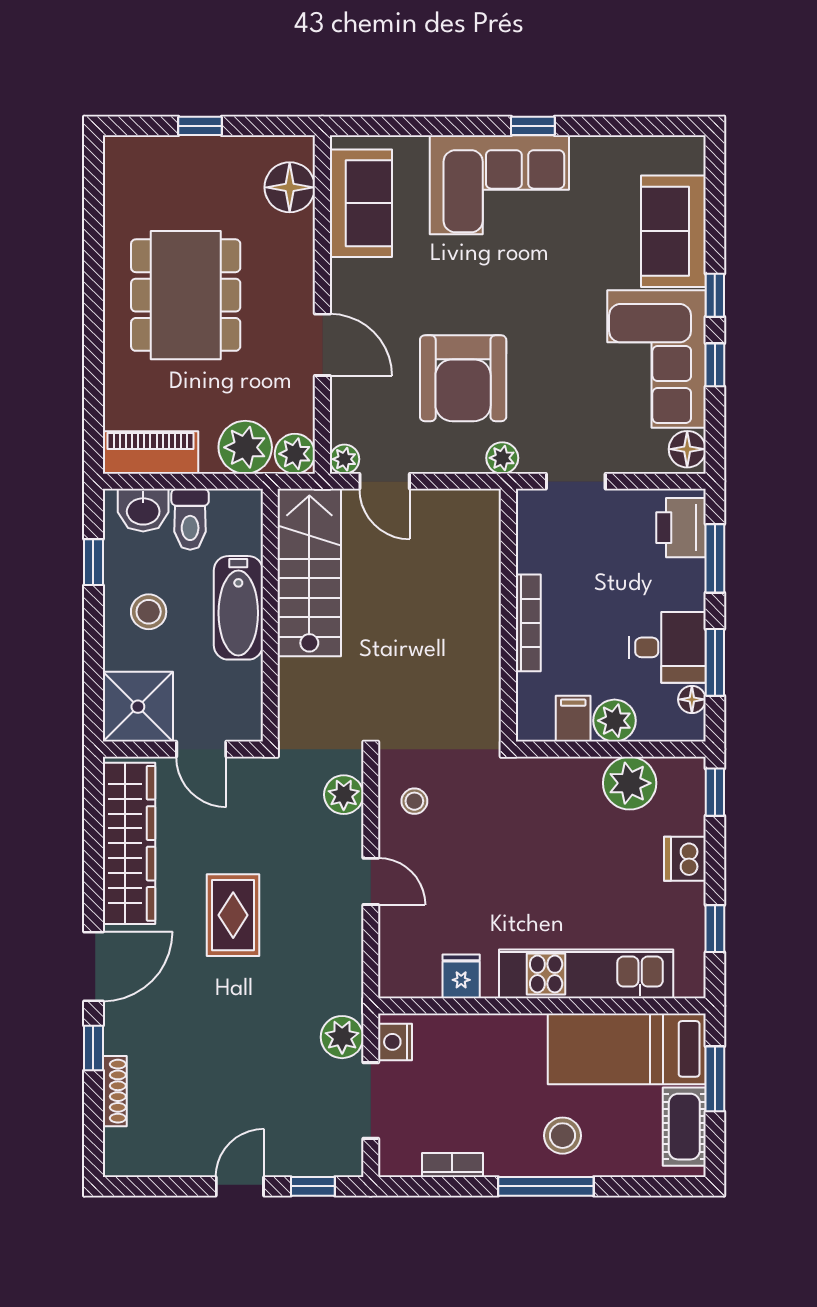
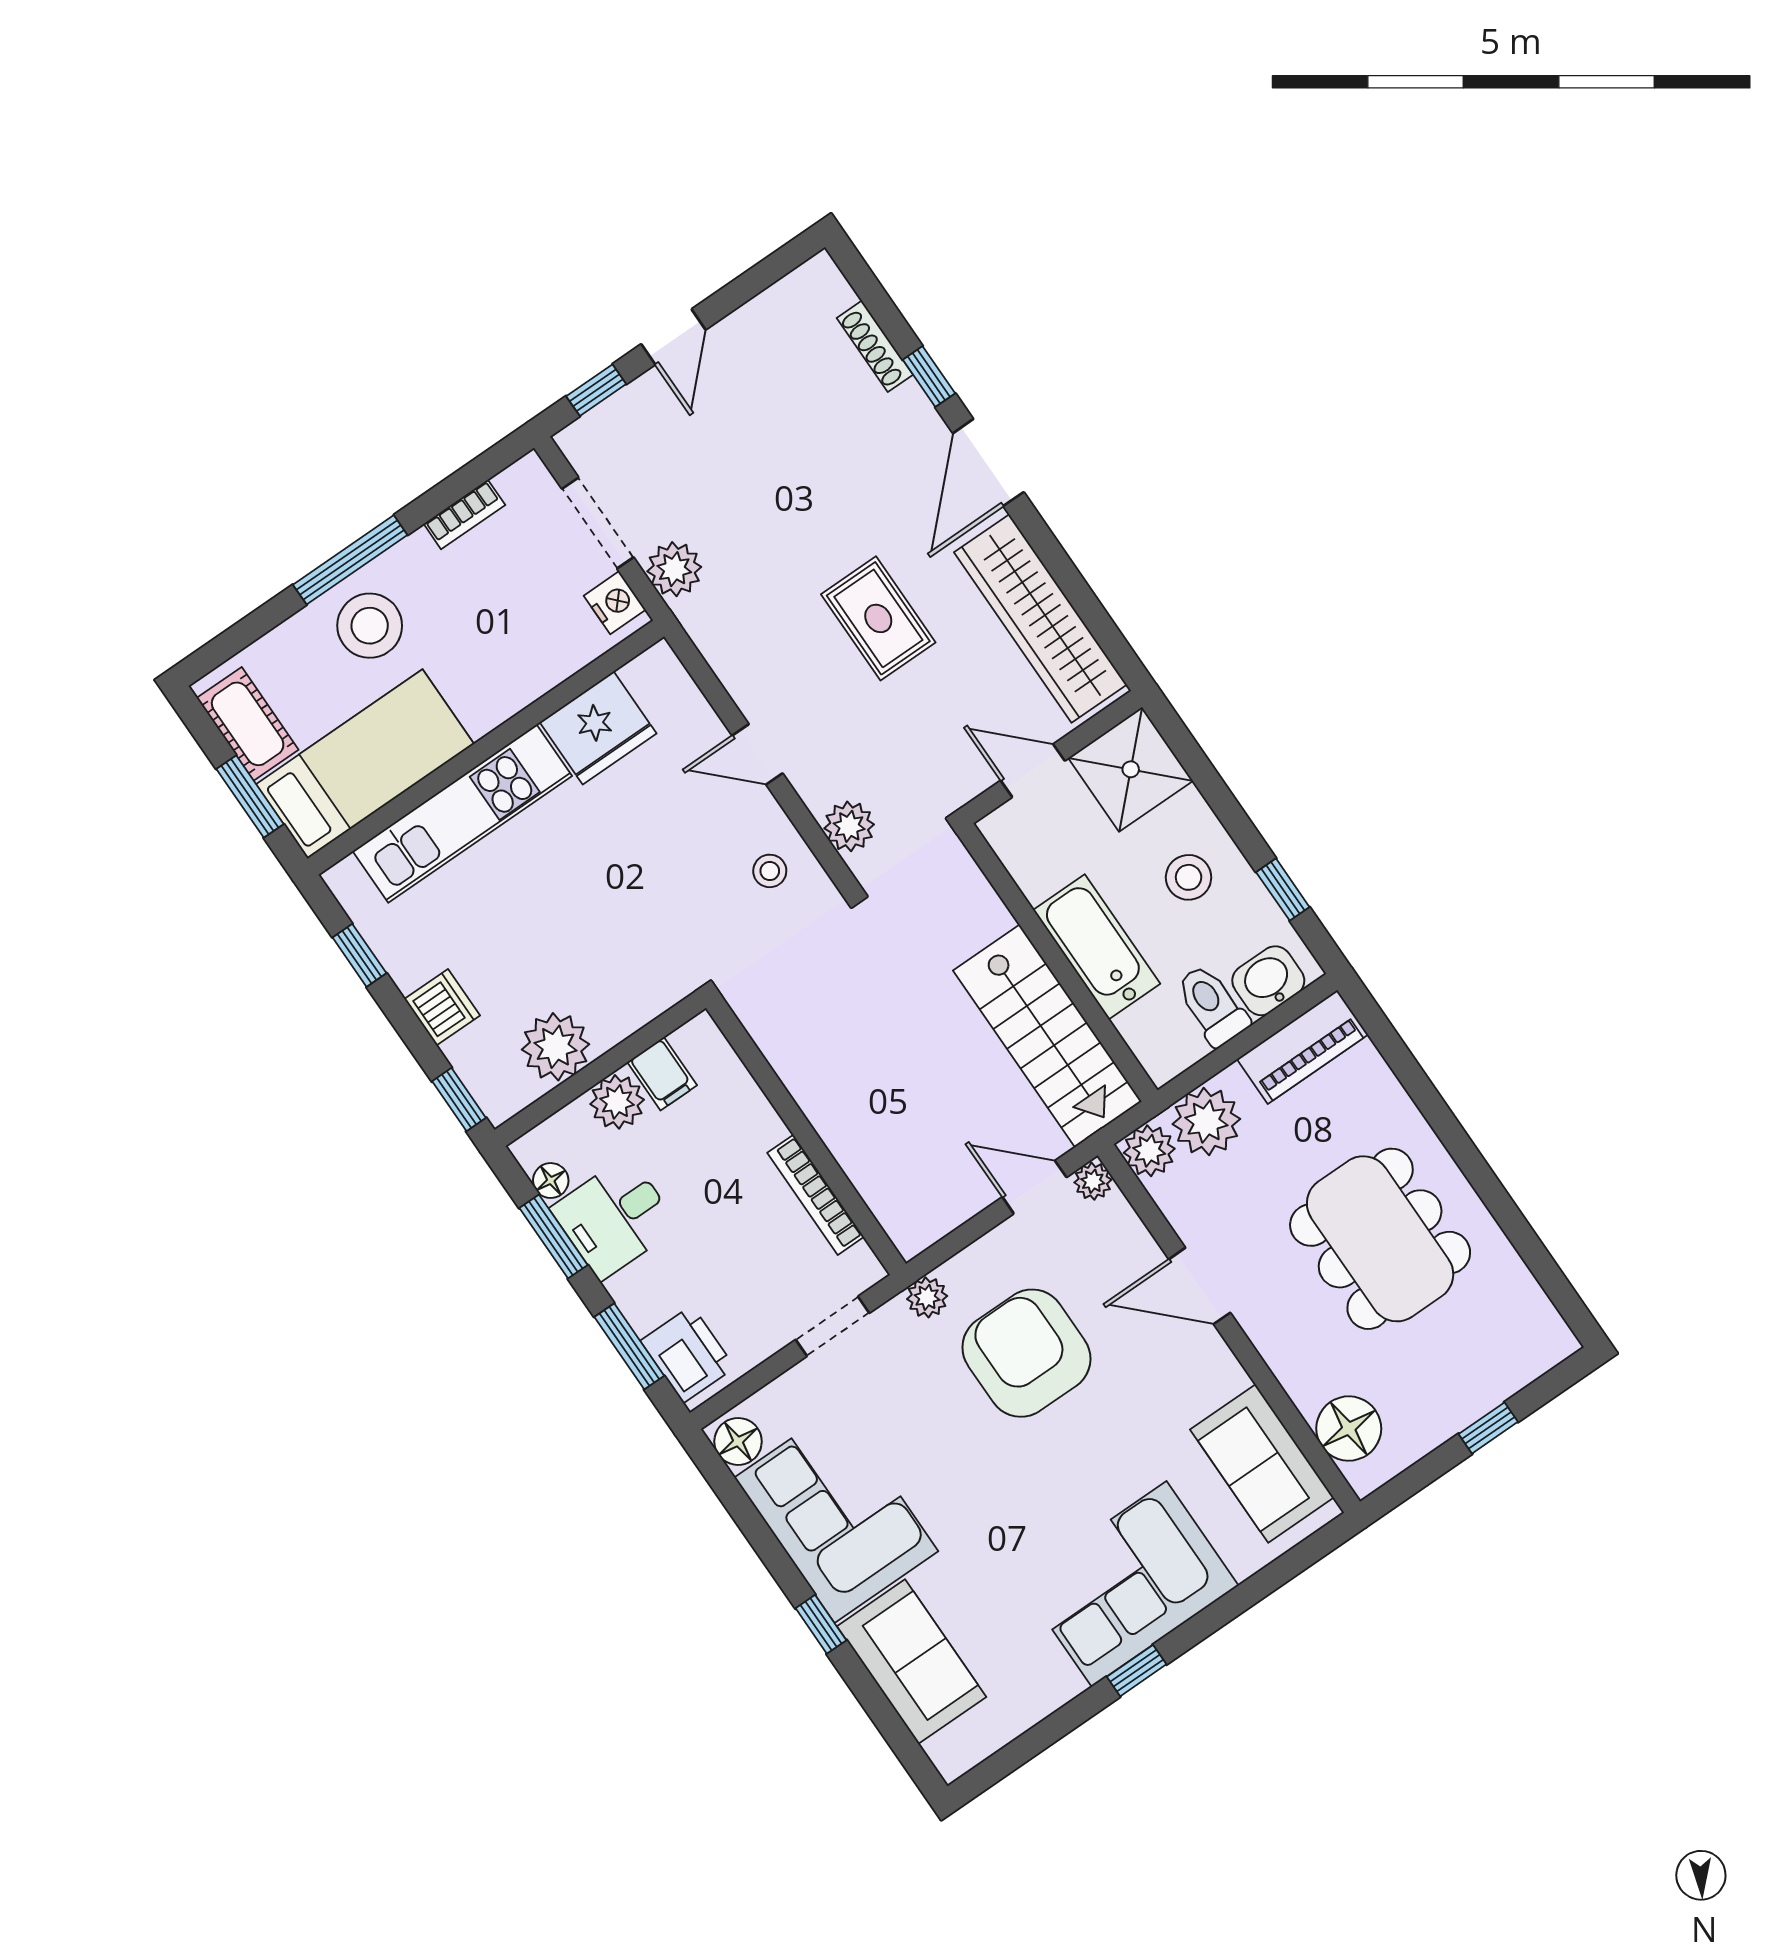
window: (715, 365) -> (770, 1551), removed
bookcase: (528, 623) -> (816, 1195), moved
fridge: (461, 976) -> (598, 728), width x1.88, depth x1.34
stool: (563, 1136) -> (370, 626), width x1.38, depth x1.38

